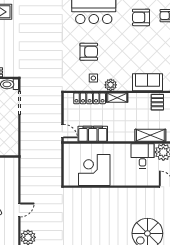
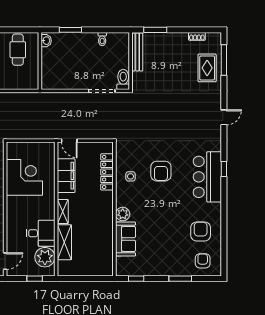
plant: (111, 85) -> (123, 214), moved
shelving: (117, 98) -> (63, 212), moved
pallet: (157, 102) -> (103, 250), removed
door: (62, 131) -> (69, 141), hinge flipped

